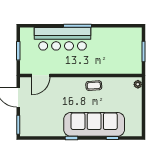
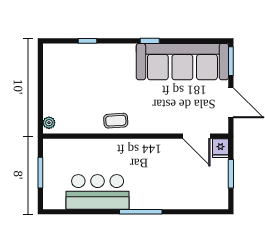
bar counter: (63, 39) -> (98, 192), moved, width x0.73
fridge: (25, 68) -> (220, 148), added
door: (41, 75) -> (196, 136), swing flipped
sofa: (94, 124) -> (182, 62), moved

